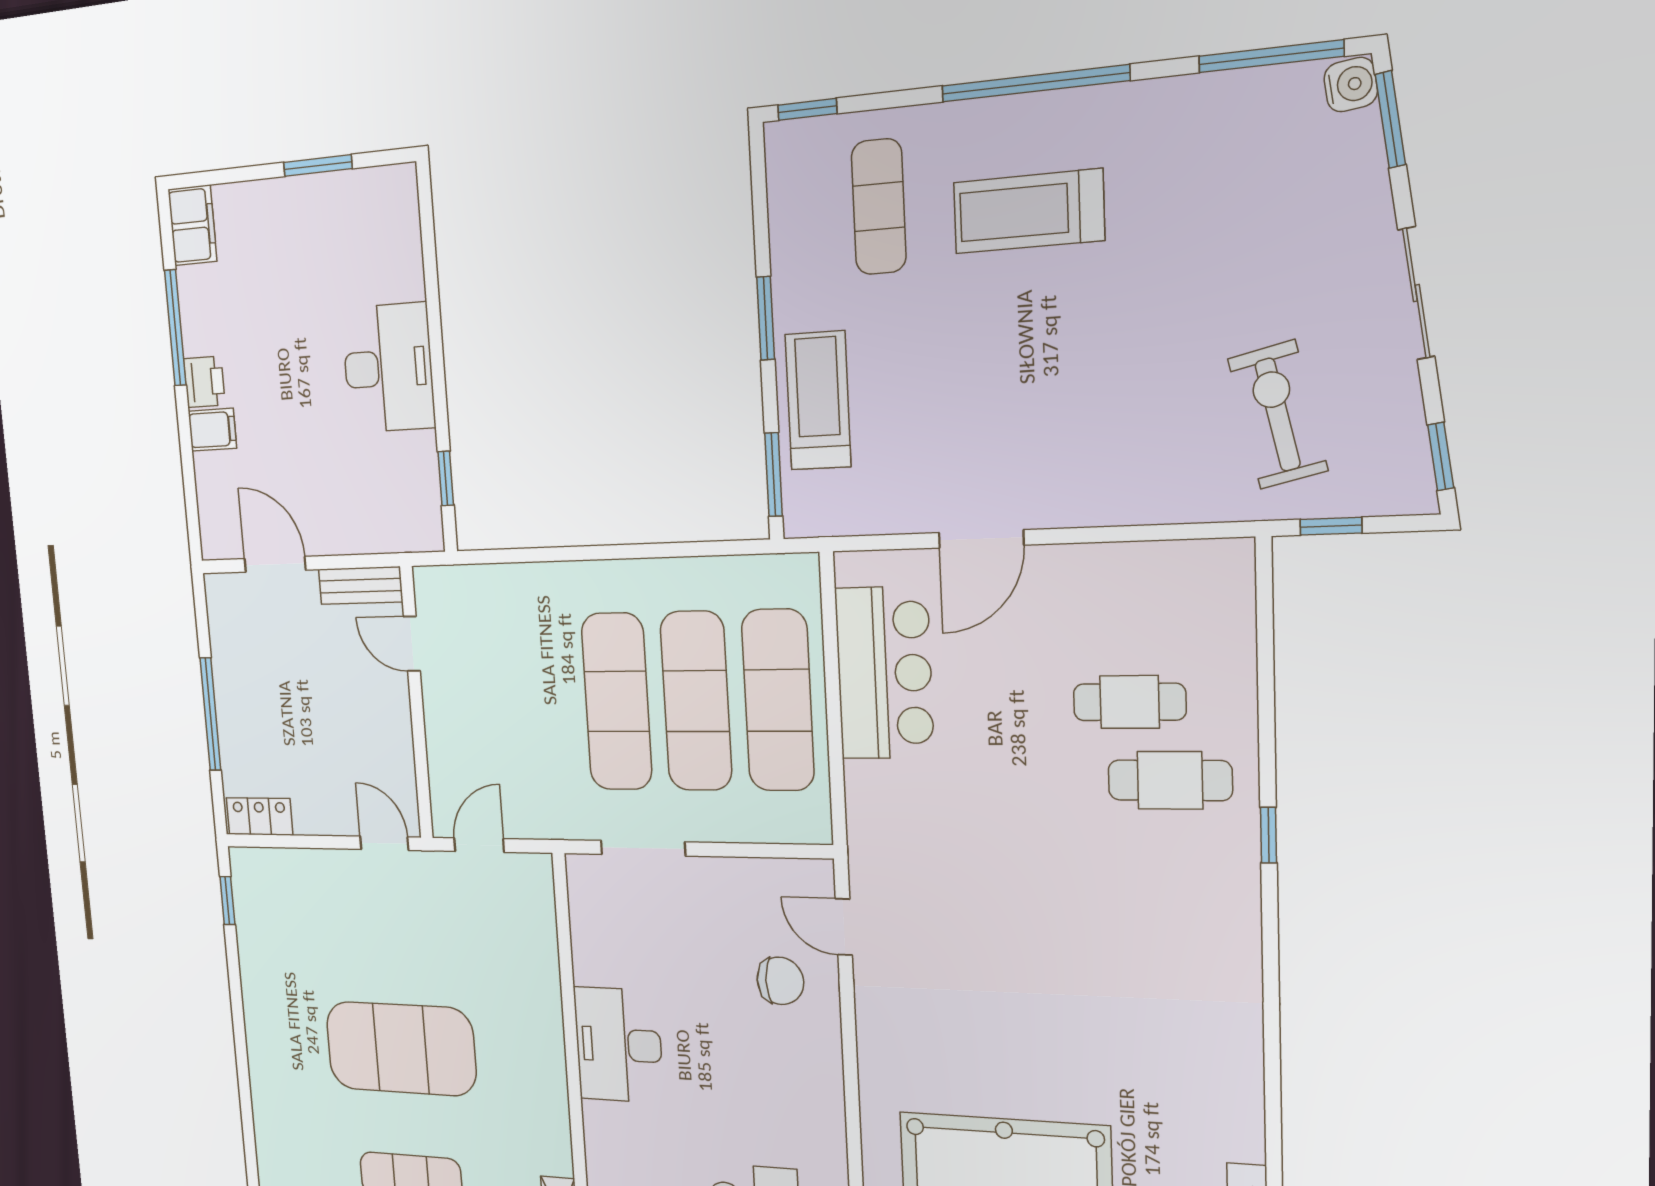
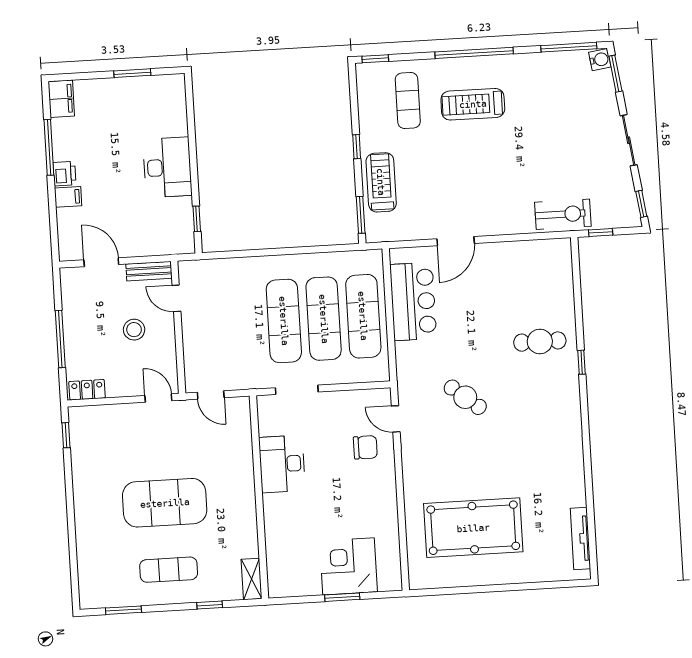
window: (766, 318) -> (357, 147), width x0.67
exercise bike: (1278, 415) -> (563, 214), moved, turned 103
cafe table: (1130, 702) -> (465, 397), moved, turned 39
stool: (337, 703) -> (134, 330), added
door: (479, 845) -> (211, 395), swing flipped
desk: (618, 1045) -> (282, 464), moved

